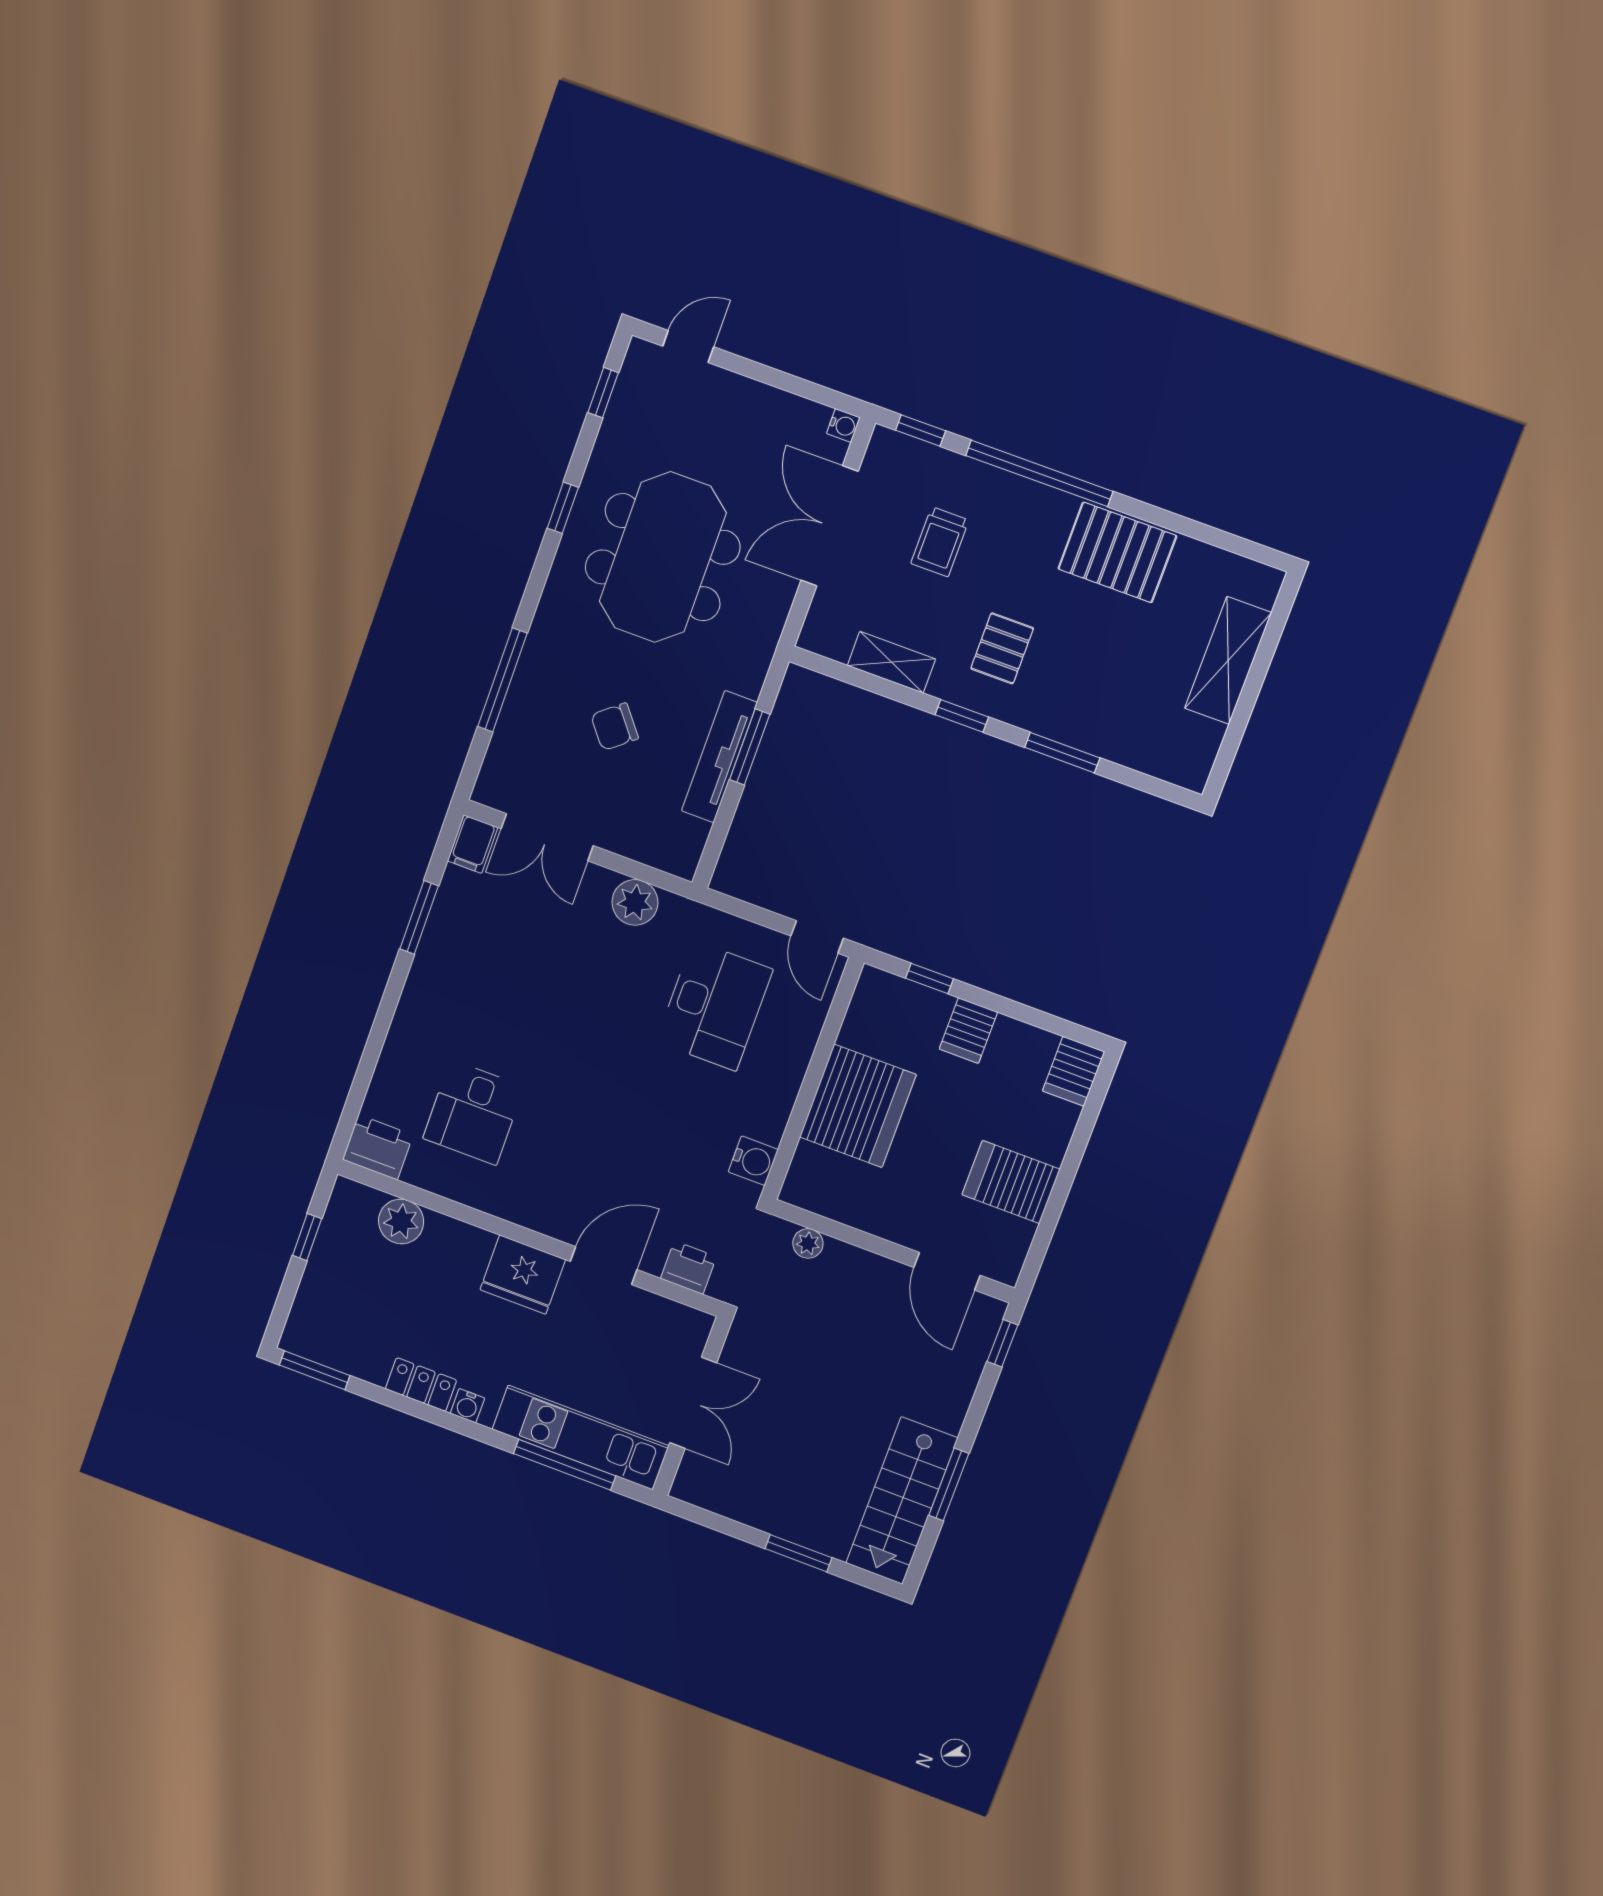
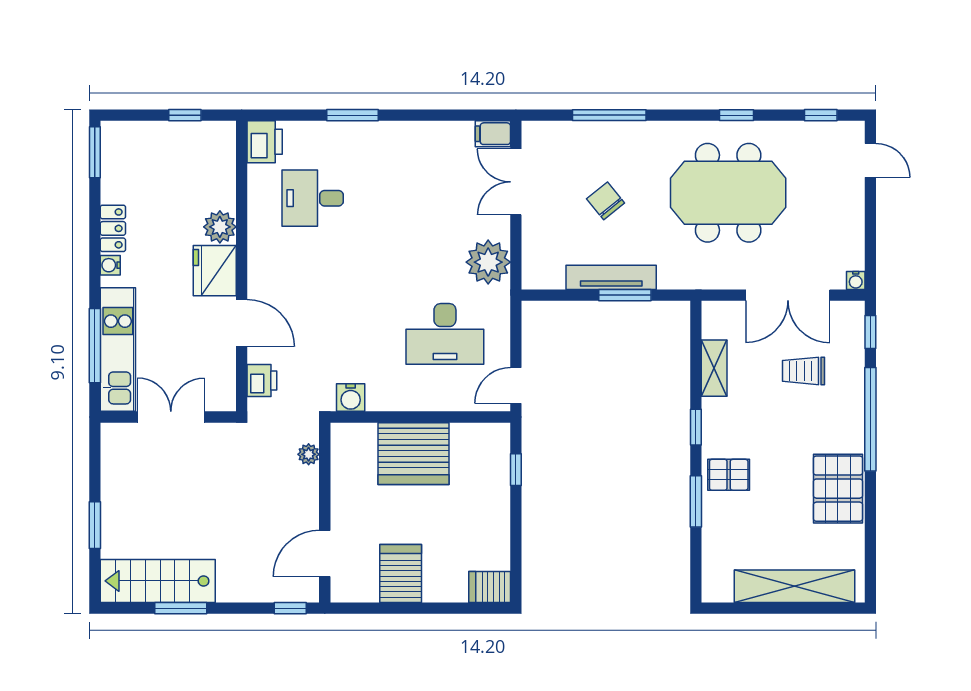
double door: (830, 526) -> (788, 295), swing flipped
pallet: (1002, 648) -> (729, 475), moved
shelving: (1228, 660) -> (794, 586), width x1.47
plant: (635, 902) -> (488, 262), width x1.36, depth x1.36
window: (419, 917) -> (352, 115), moved
server rack: (968, 1031) -> (491, 508), removed
plant: (401, 1221) -> (220, 227), moved
double door: (693, 1403) -> (171, 417), swing flipped

